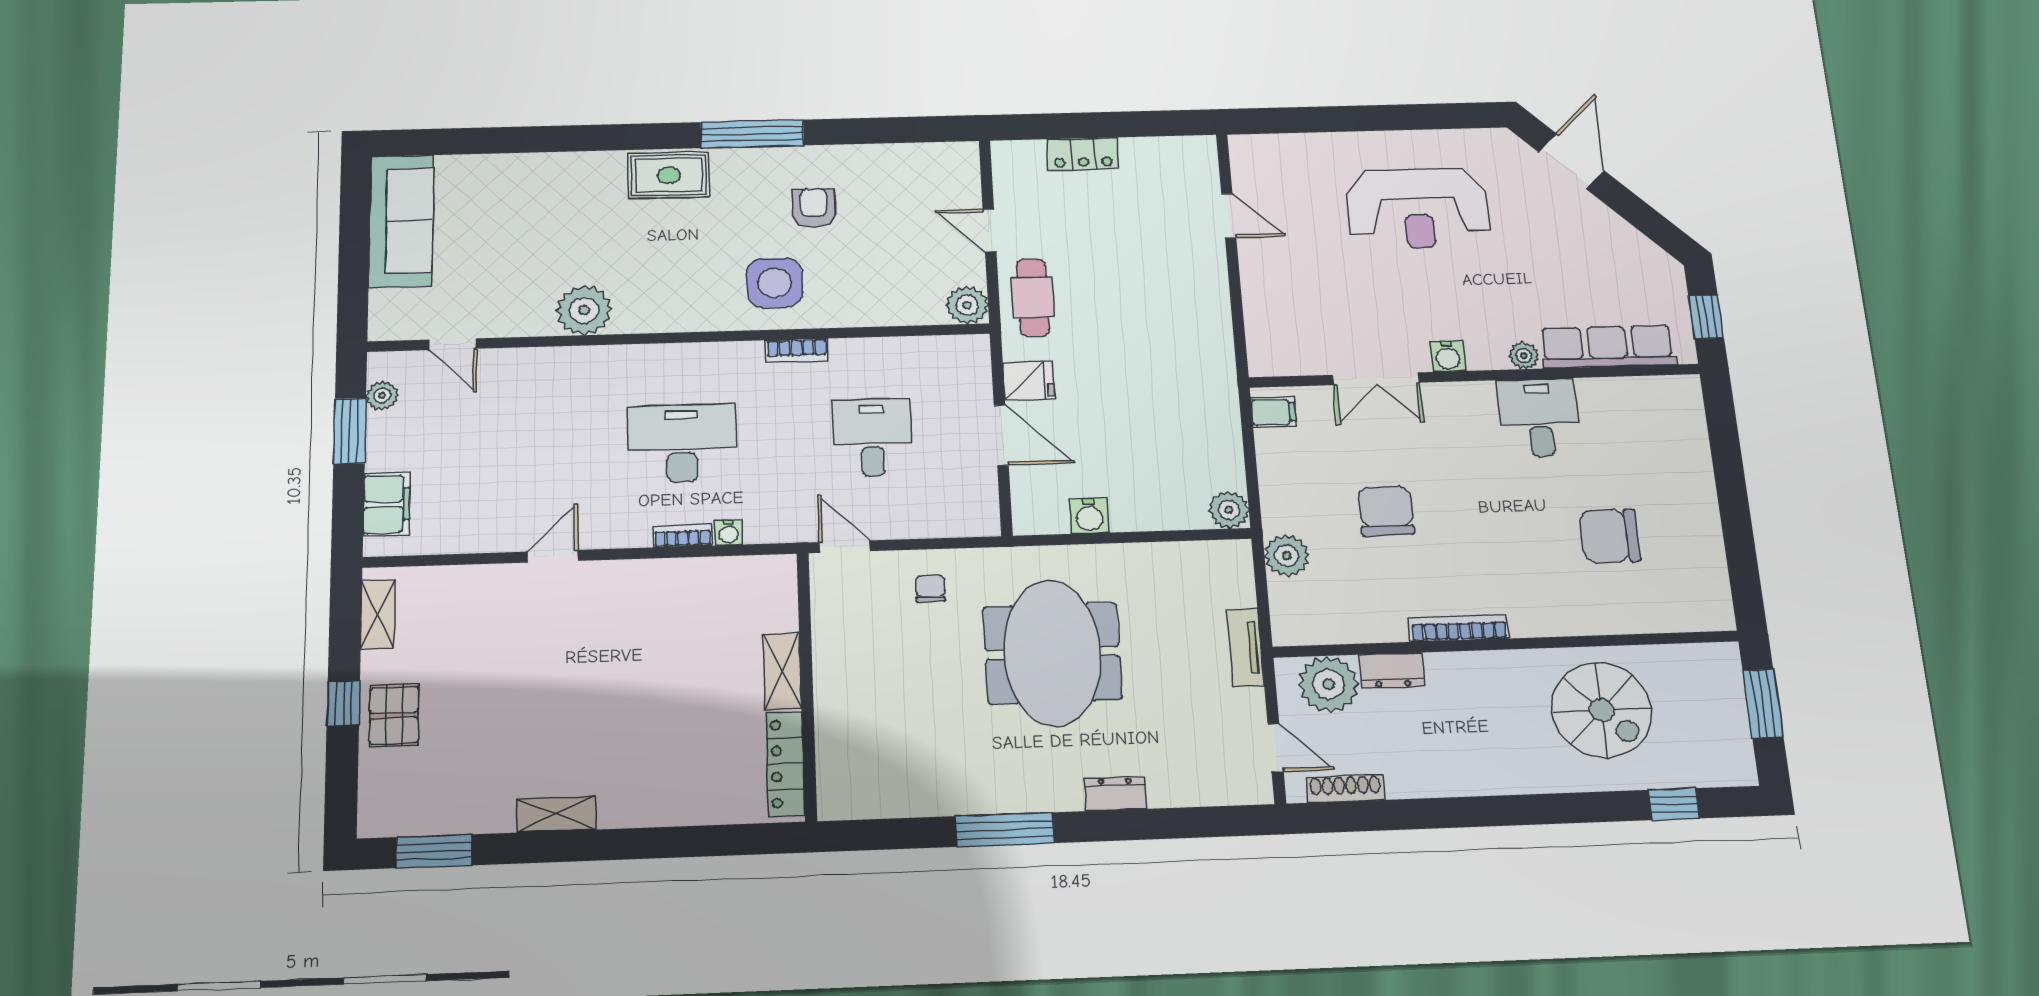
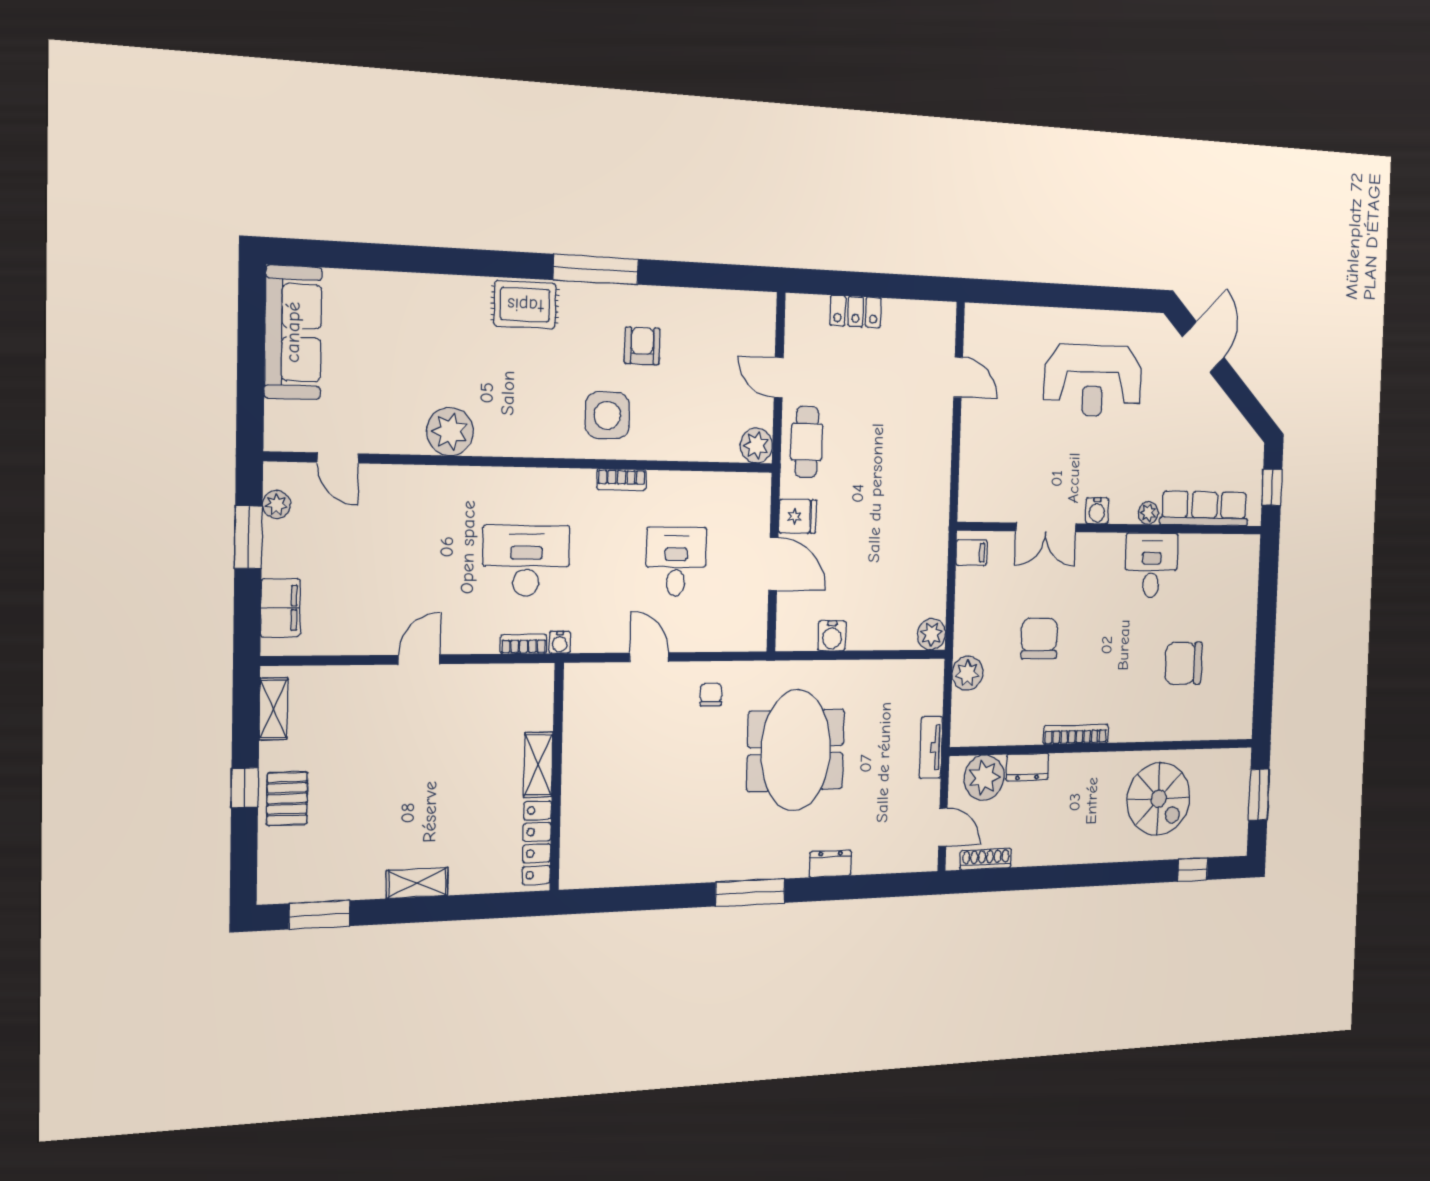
shelving: (782, 671) -> (538, 765), moved
wall: (807, 685) -> (557, 777), moved
locker: (785, 764) -> (537, 843), moved

